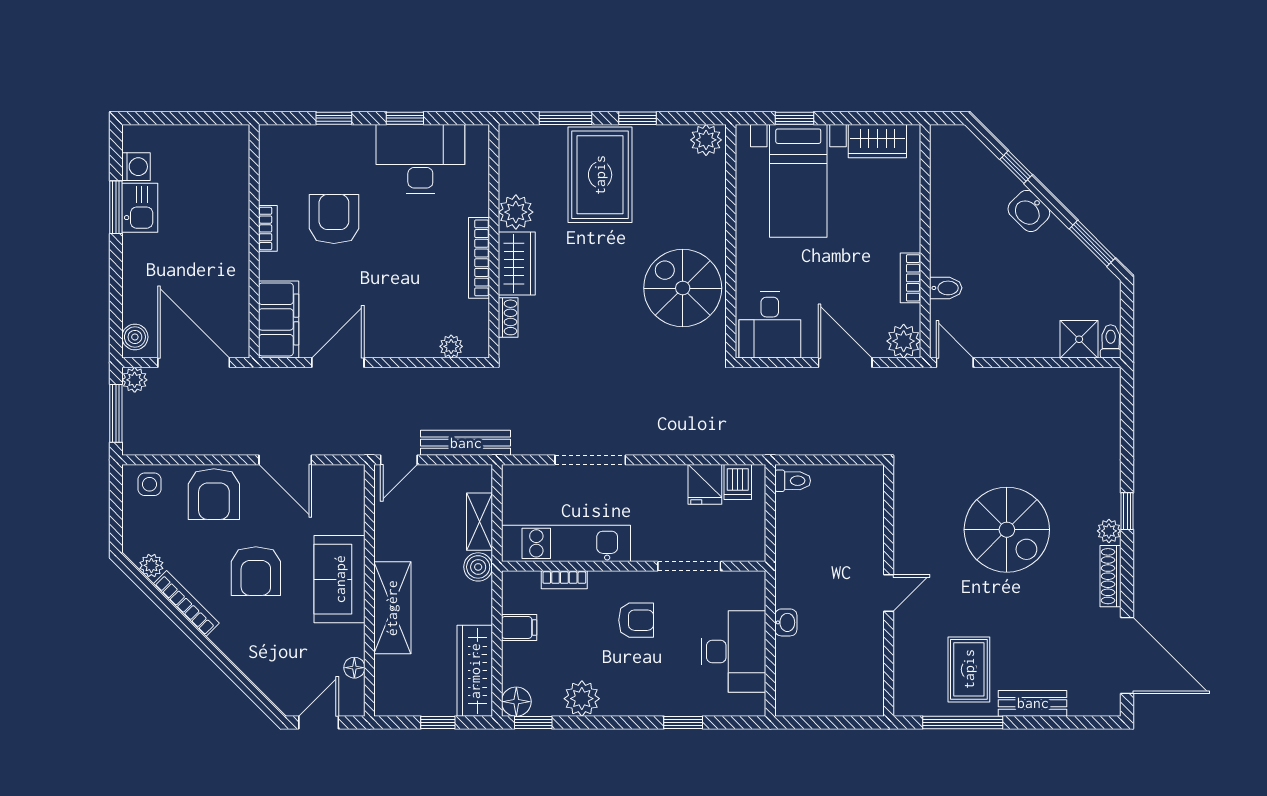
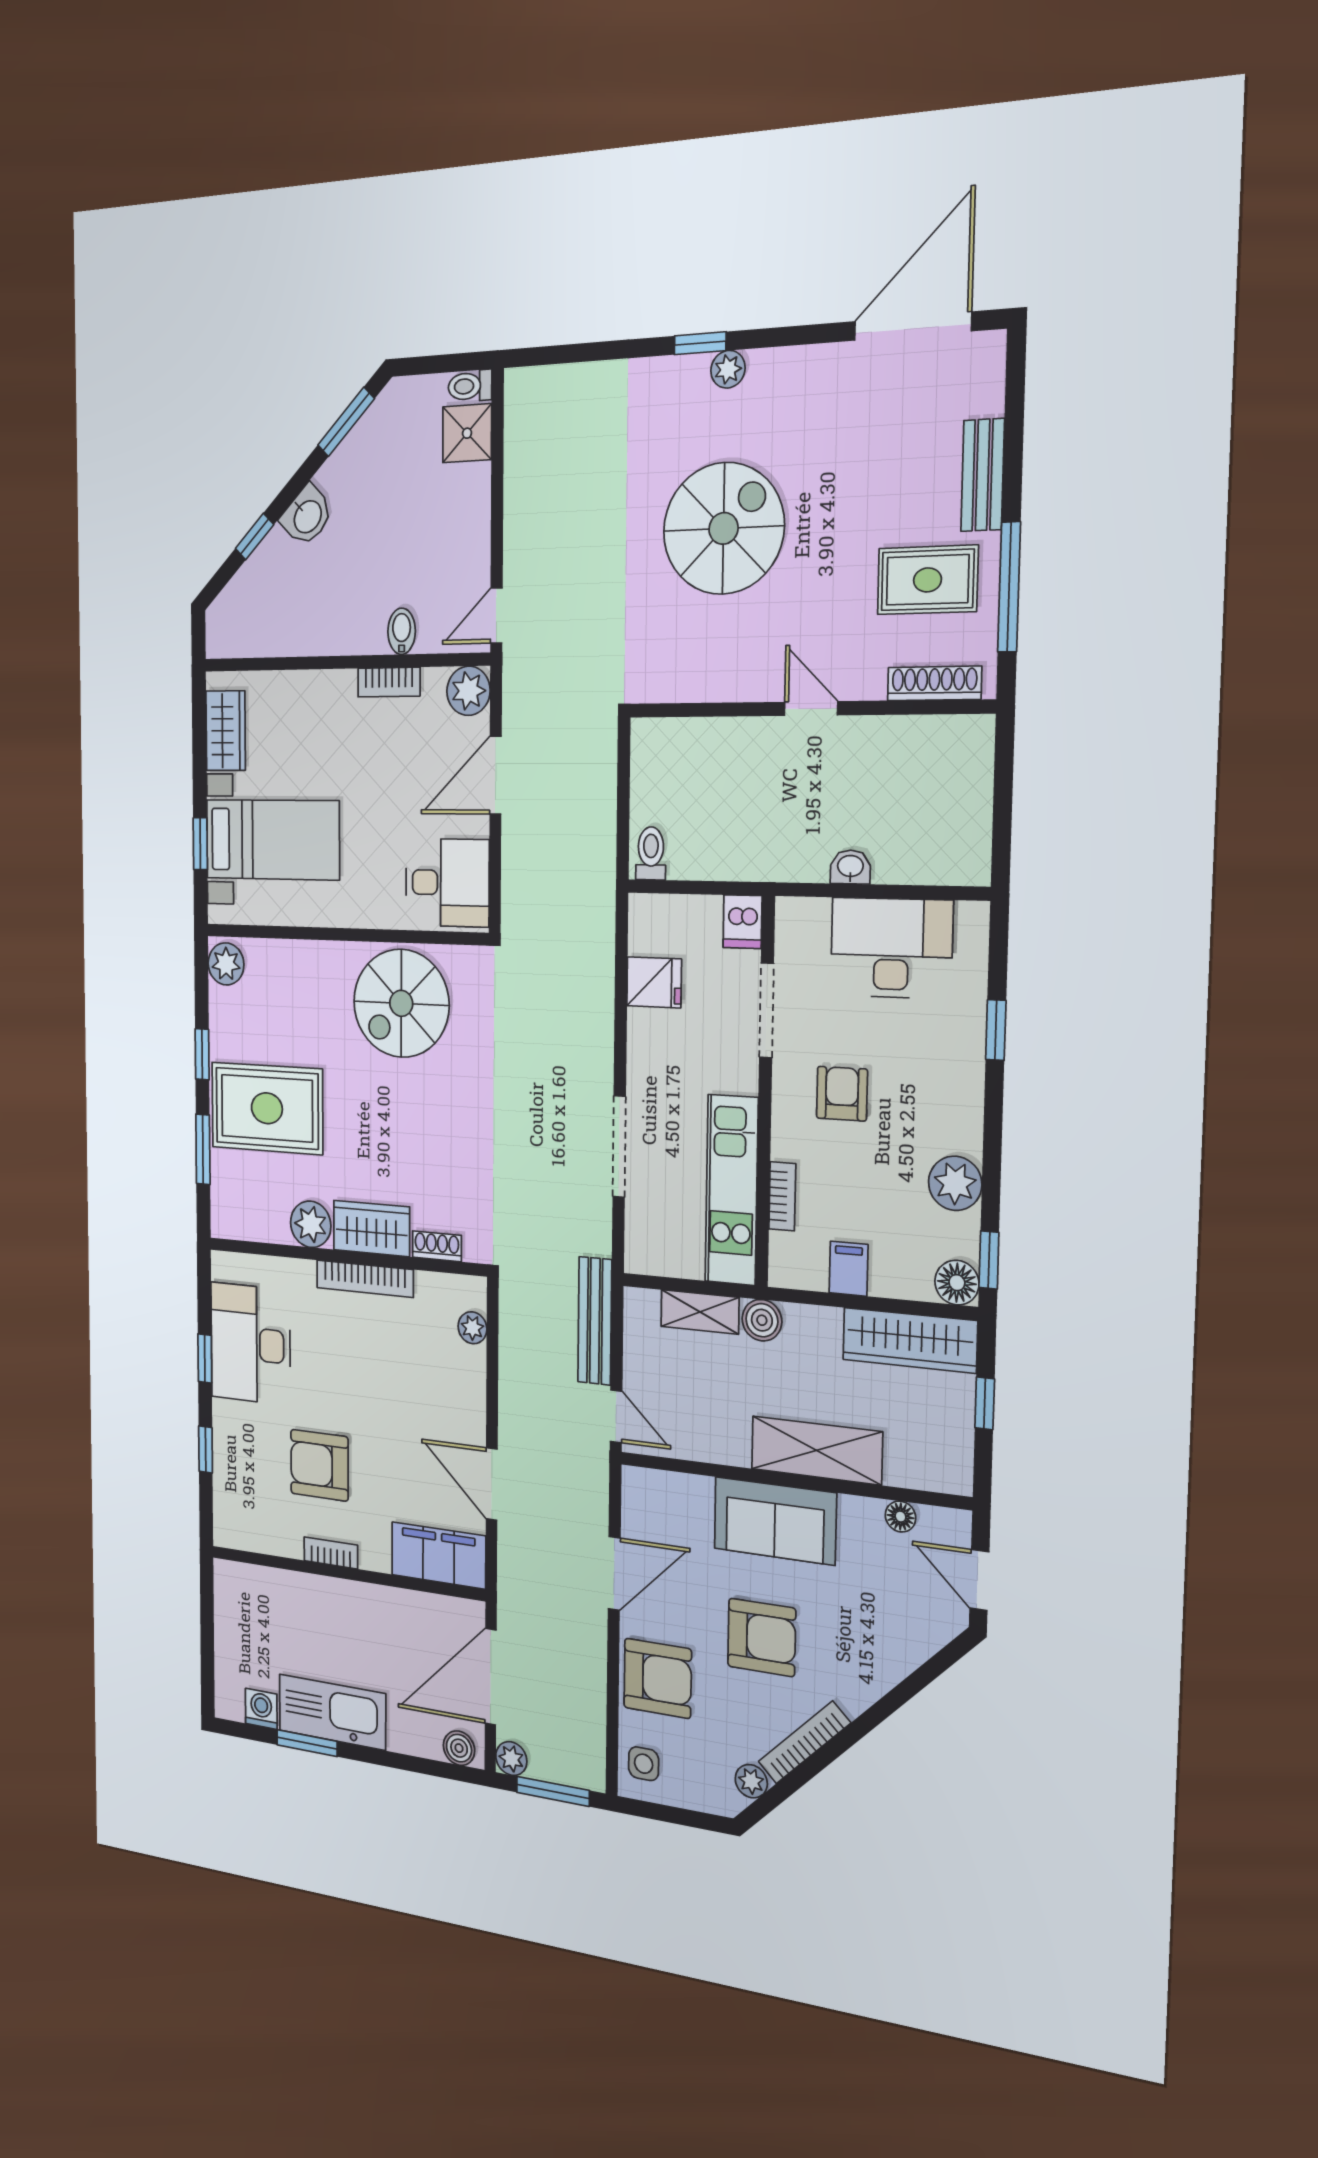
kitchen sink: (140, 208) -> (332, 1712), width x1.87, depth x1.24
dishwasher: (738, 482) -> (743, 922), moved, turned 90
shoe rack: (1110, 576) -> (934, 683), moved, turned 180

